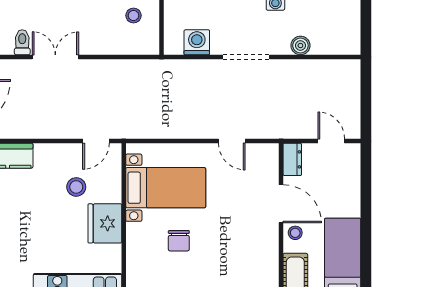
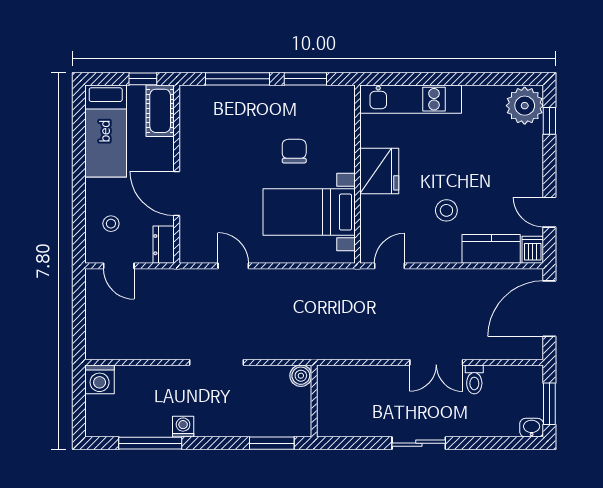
stool: (133, 15) -> (346, 410), removed
washing machine: (197, 42) -> (100, 379), moved
boiler: (300, 45) -> (301, 376), moved
stool: (76, 187) -> (446, 210), moved
stool: (295, 233) -> (111, 224), moved

